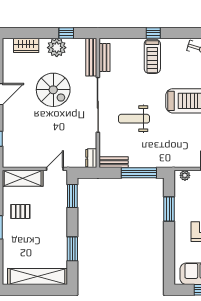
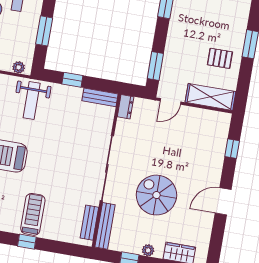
plant: (57, 48) -> (148, 250), width x0.53, depth x0.53
weight bench: (134, 119) -> (32, 100), moved, turned 90
window: (139, 173) -> (72, 80), width x0.46

